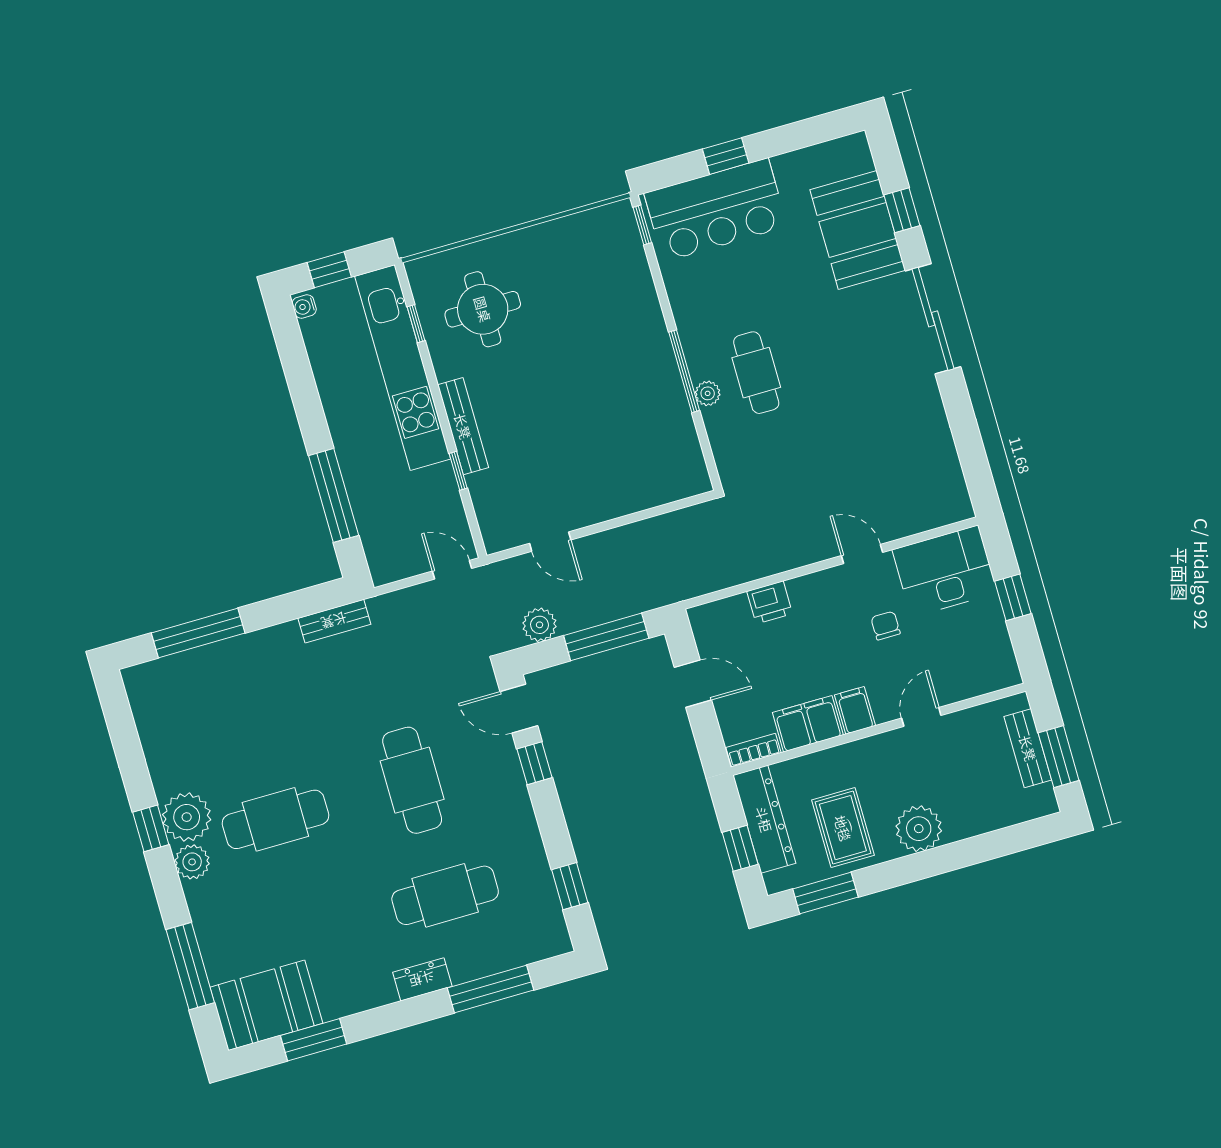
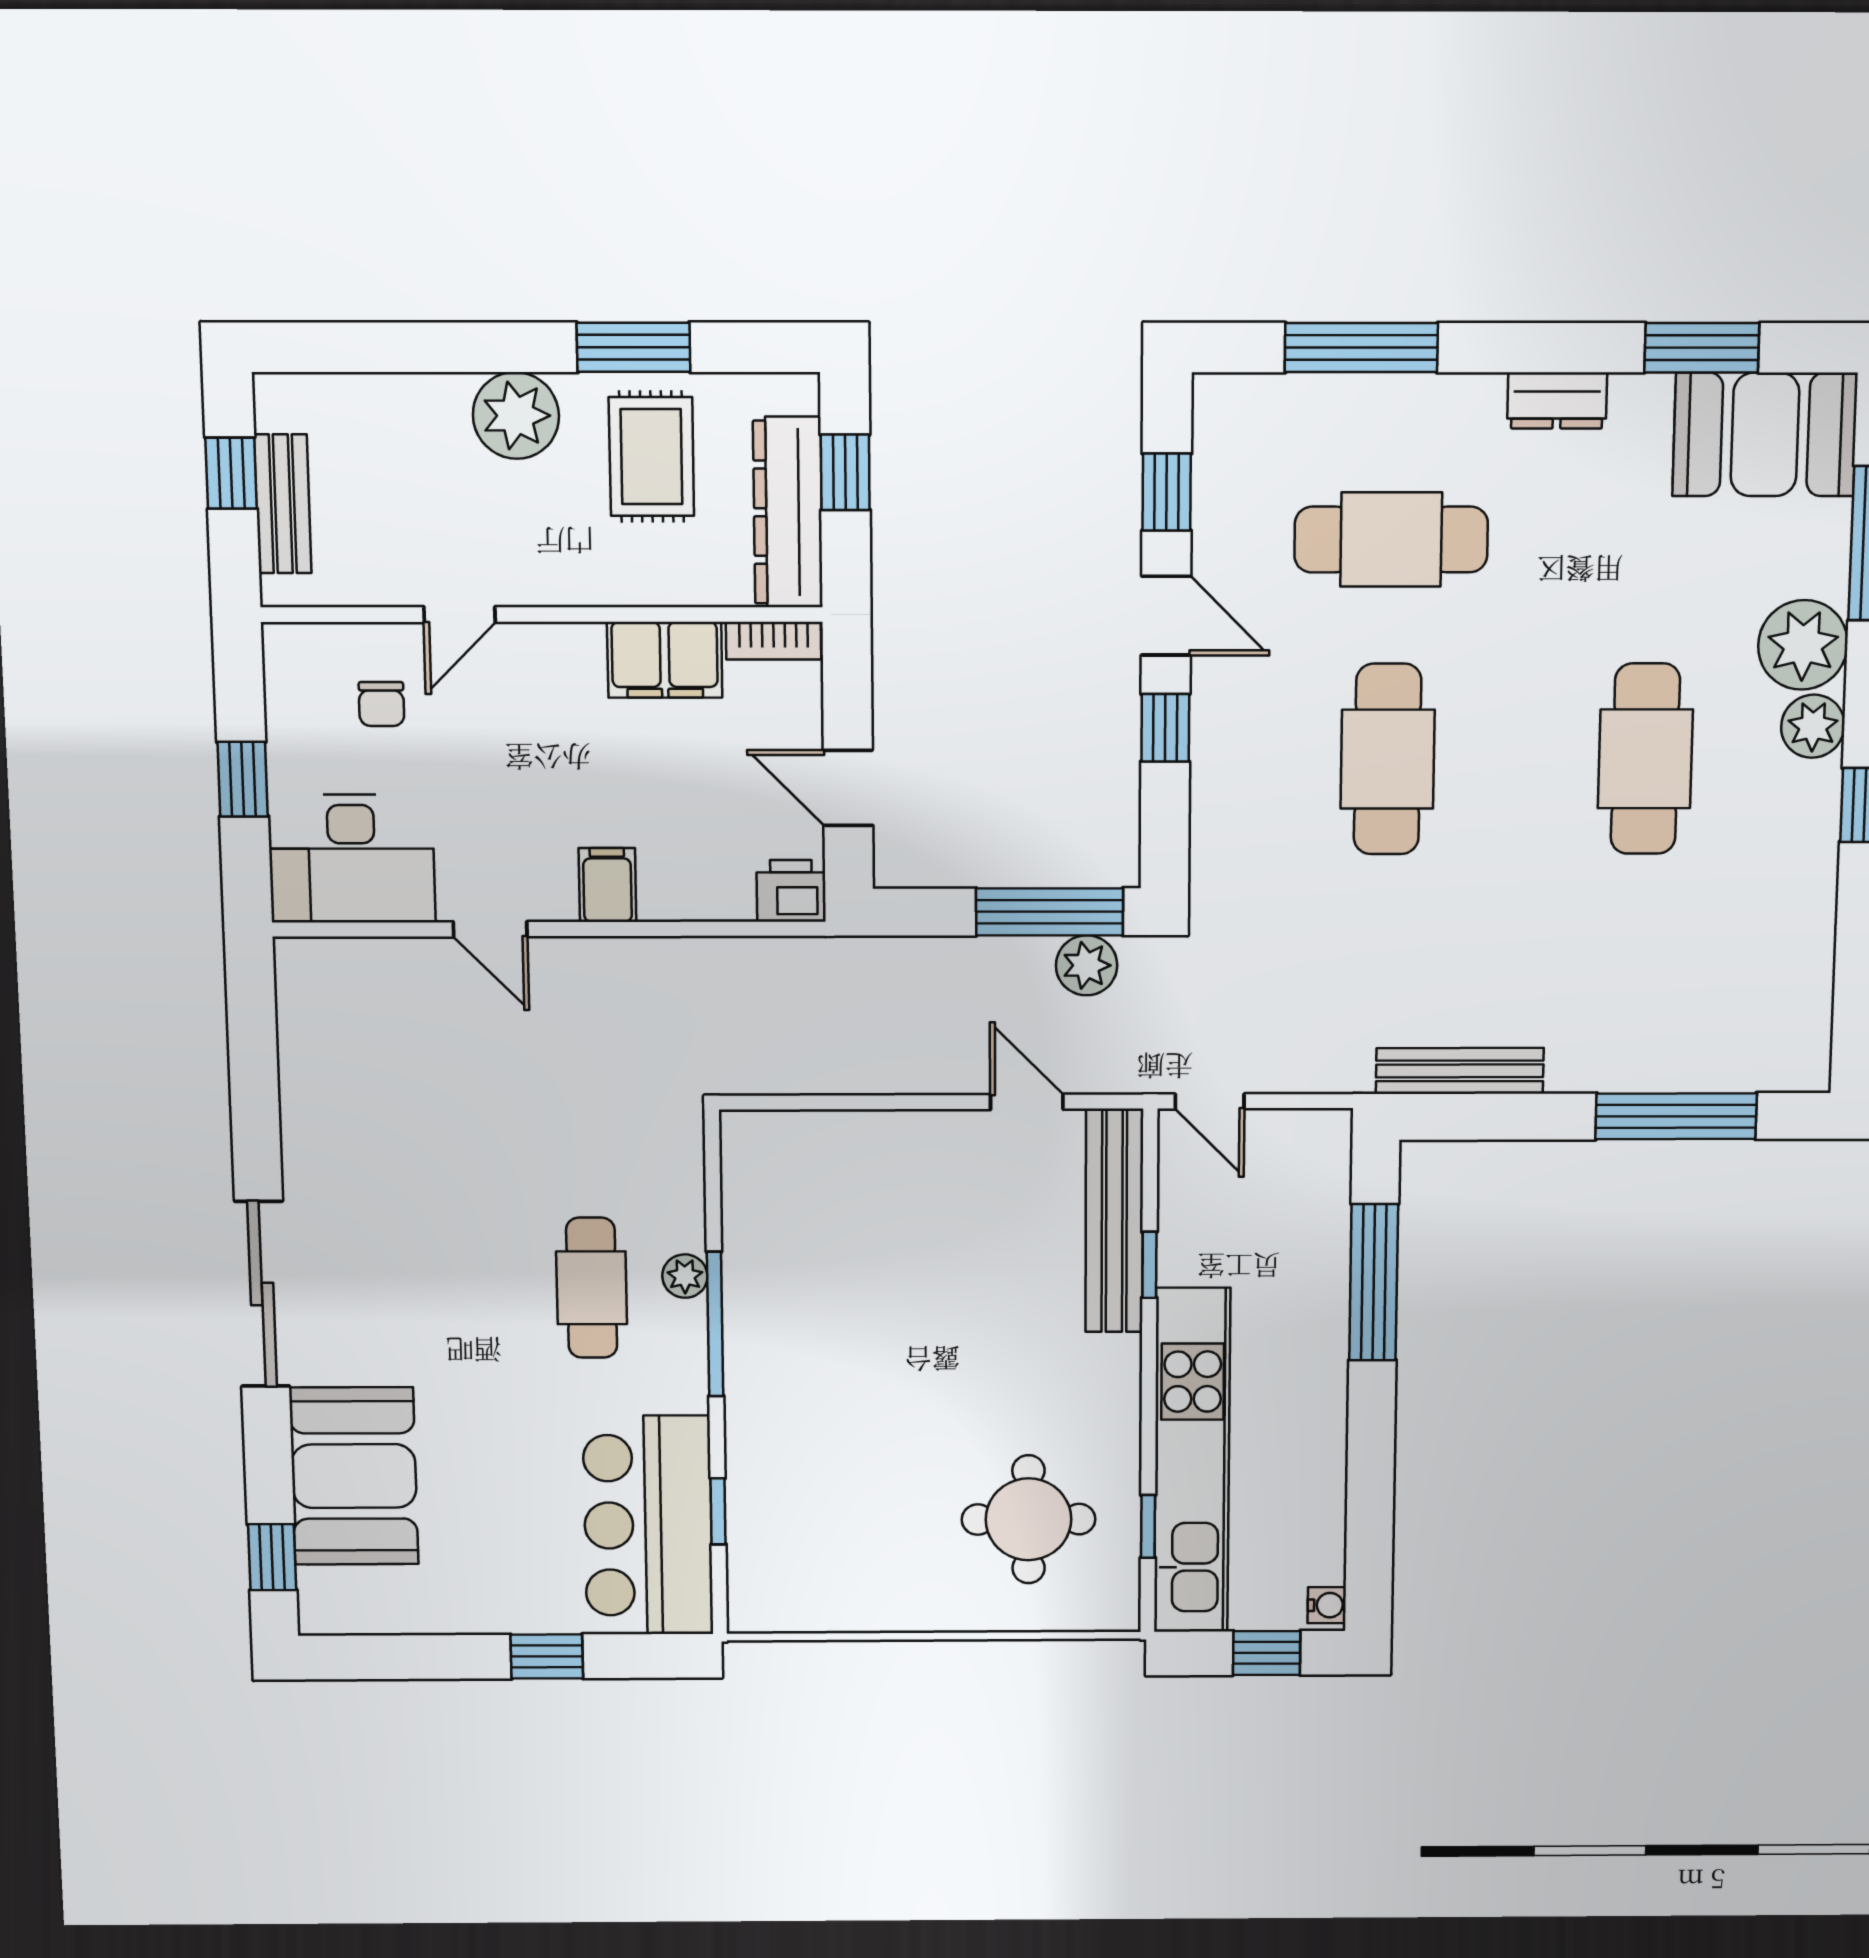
bar counter: (716, 210) -> (648, 1525), moved, turned -90
window: (902, 210) -> (272, 1557), moved
window: (642, 225) -> (718, 1511), moved
bench: (463, 426) -> (1114, 1221), moved, width x1.37, depth x1.21
printer: (770, 602) -> (791, 891), moved
bench: (334, 621) -> (1460, 1071), width x1.36
chair: (886, 626) -> (381, 704), moved
window: (606, 637) -> (1050, 912), moved
door: (519, 709) -> (1166, 616), moved
filing cabinet: (855, 710) -> (607, 885), moved, turned 180
window: (1059, 757) -> (231, 473), width x0.67
plant: (187, 817) -> (1803, 645), moved
cafe table: (275, 819) -> (1645, 759), turned 90
window: (825, 893) -> (633, 347), moved
dresser: (422, 979) -> (1557, 400), moved

